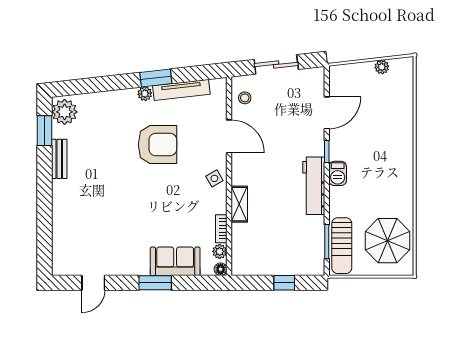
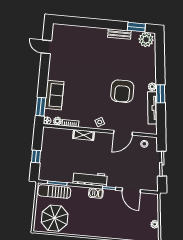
window: (155, 283) -> (41, 107), moved

